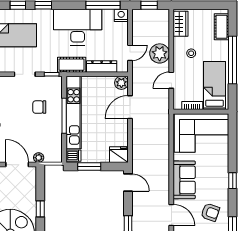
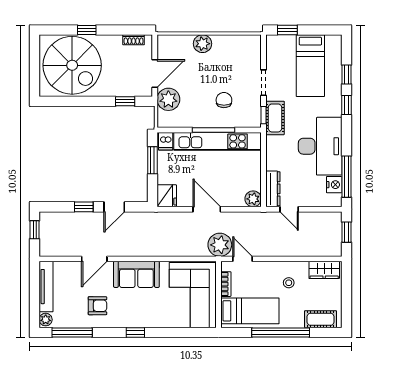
nightstand: (121, 15) -> (334, 185), moved
plant: (160, 53) -> (220, 245), moved
cot: (72, 65) -> (275, 118), moved
dresser: (102, 66) -> (273, 189), moved
door: (171, 80) -> (242, 259), moved
door: (130, 107) -> (207, 209), moved
plant: (39, 158) -> (168, 99), width x1.88, depth x1.88
door: (128, 182) -> (114, 207), moved
window: (40, 209) -> (125, 101), moved
armchair: (210, 212) -> (97, 306), turned -109

